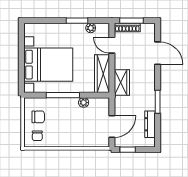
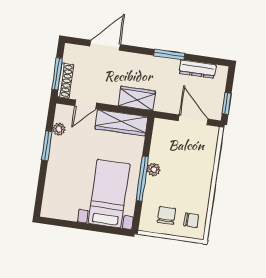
bed with nightstands: (48, 65) -> (109, 194), width x0.73
plant: (84, 103) -> (154, 170), moved

